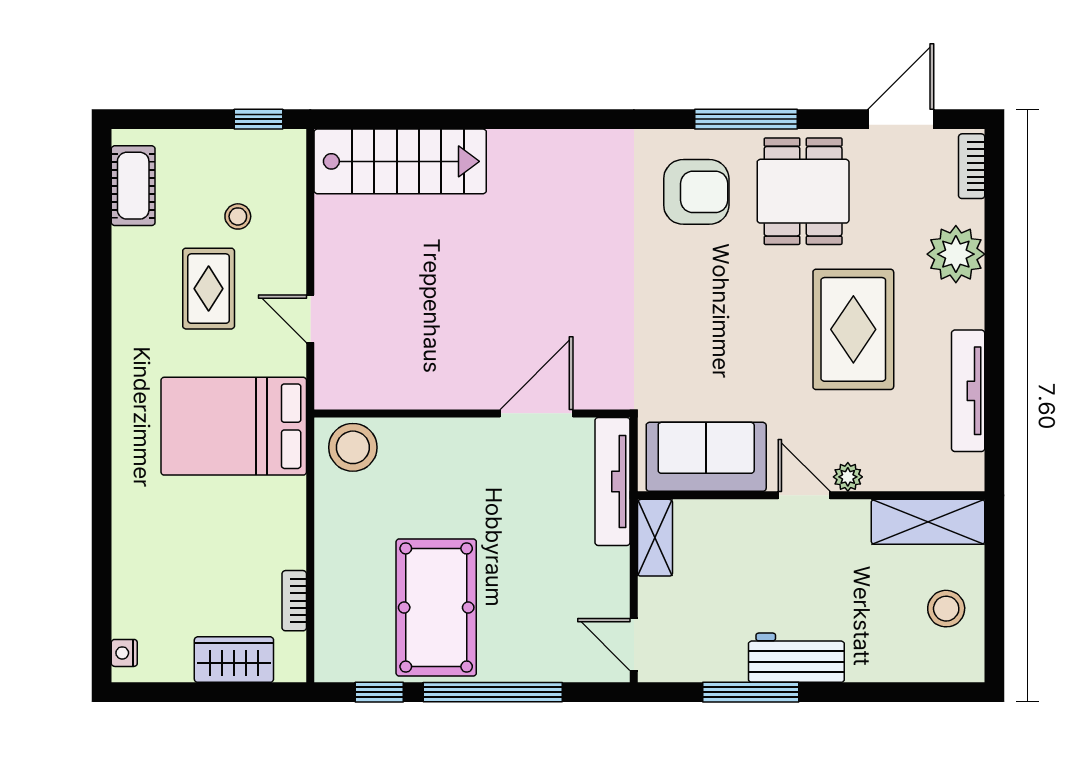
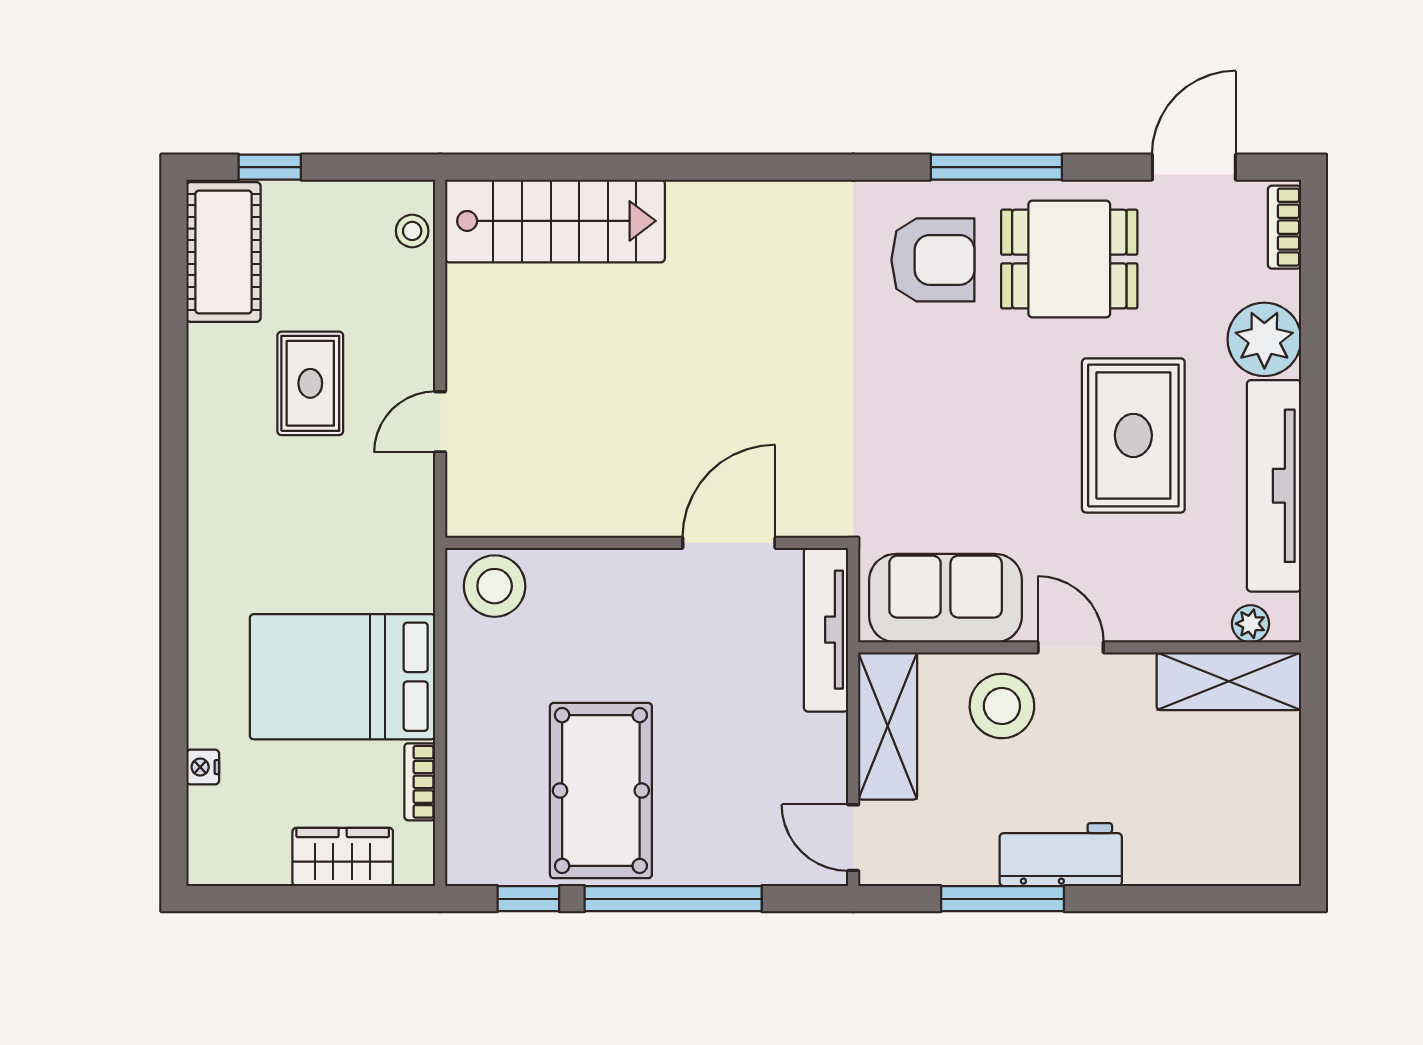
window: (259, 119) -> (270, 167), moved
cot: (133, 186) -> (223, 252), width x1.37, depth x1.34
dining table: (803, 191) -> (1069, 259), turned 90
stool: (238, 216) -> (412, 231), moved
door: (310, 319) -> (440, 422), hinge flipped
tv unit: (968, 391) -> (1274, 486), width x1.36, depth x1.29
bed: (234, 426) -> (342, 677), moved
plant: (848, 477) -> (1251, 624), moved
shelving: (655, 538) -> (888, 726), width x1.50, depth x1.33
stool: (946, 609) -> (1002, 706), moved, width x1.38, depth x1.38
nightstand: (124, 653) -> (203, 767), moved

